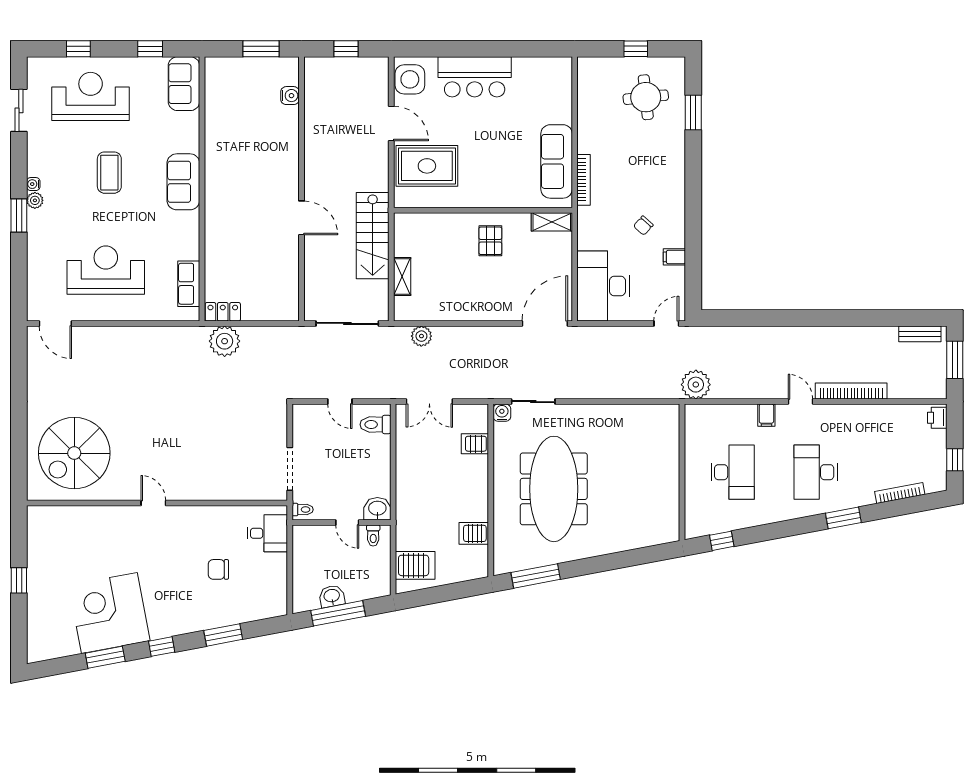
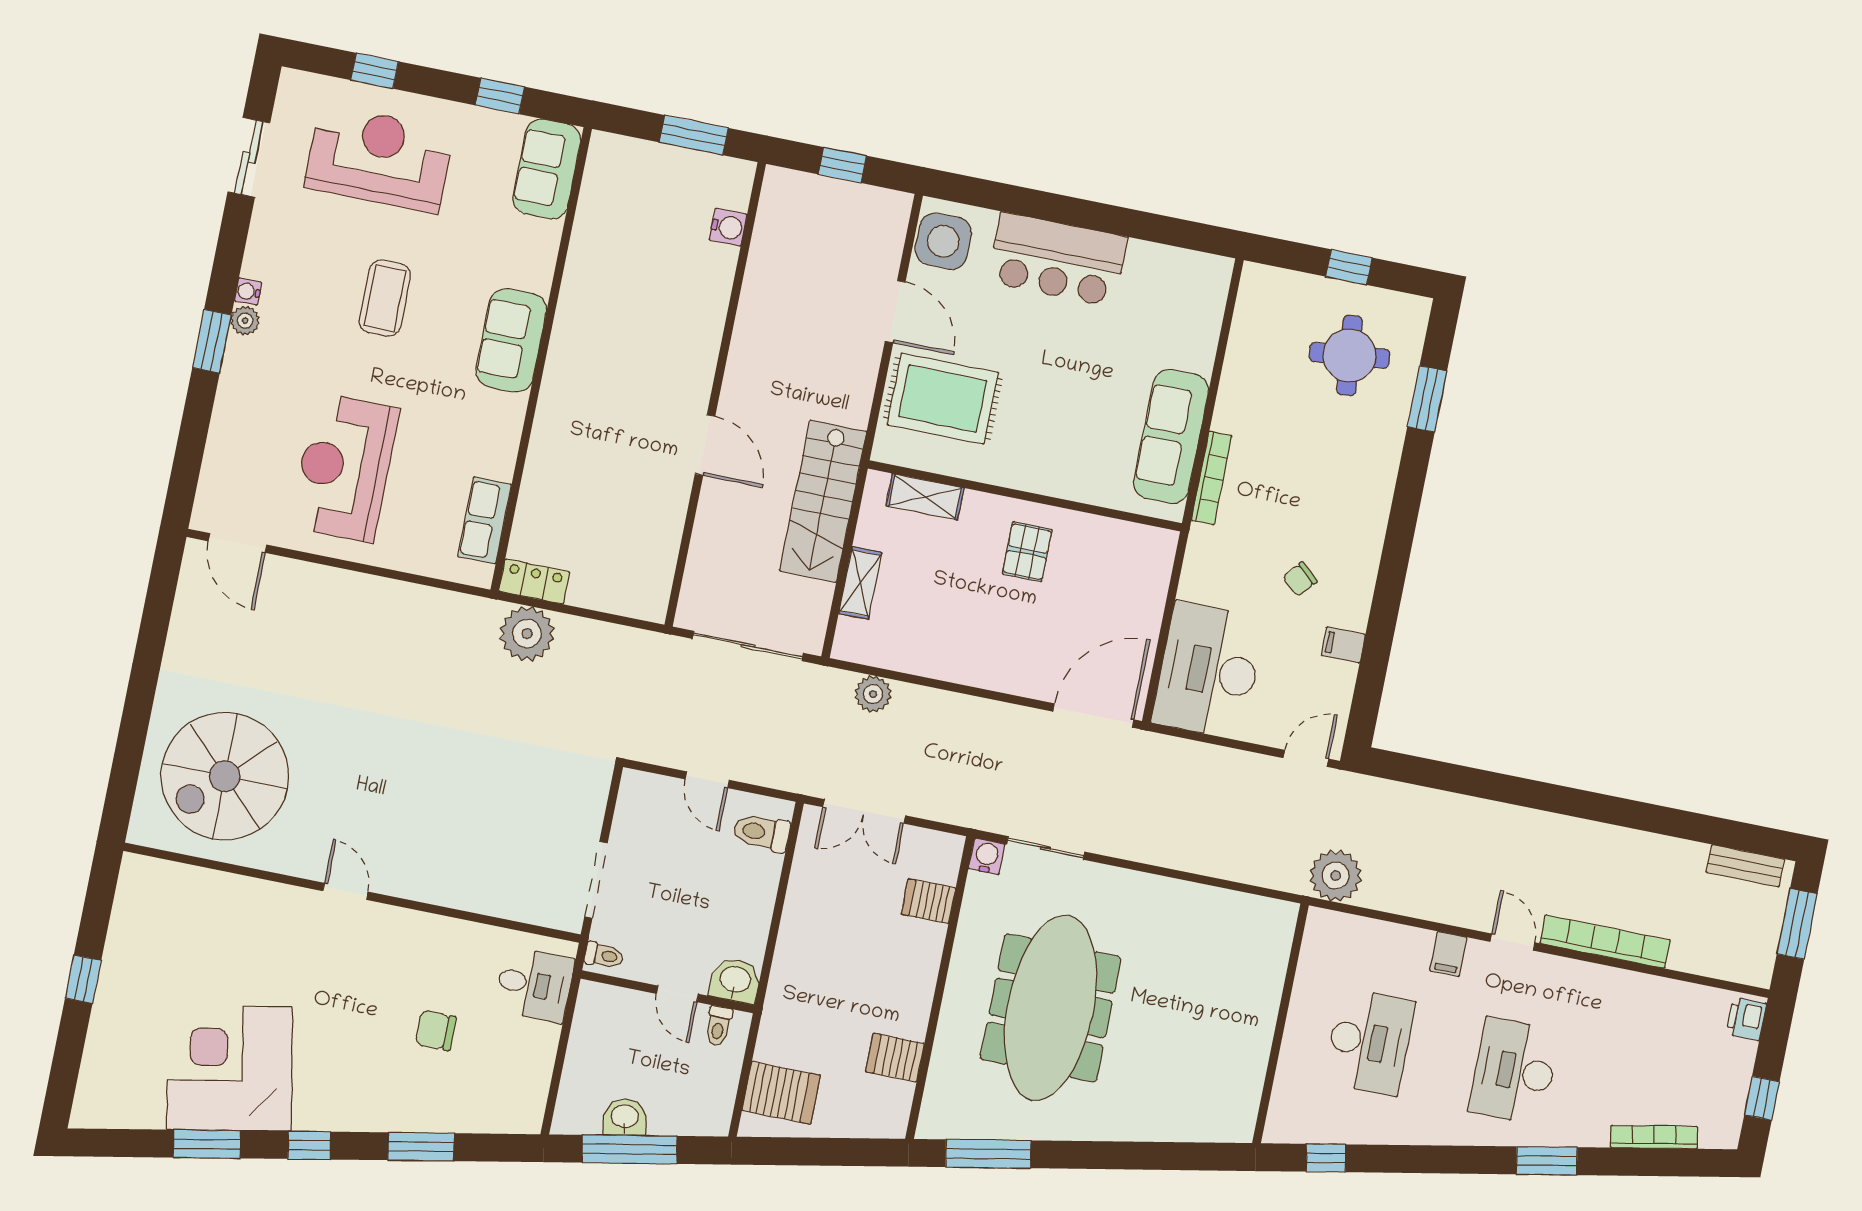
shelving: (552, 222) -> (925, 497), moved
reception desk: (106, 270) -> (344, 468), turned -90

